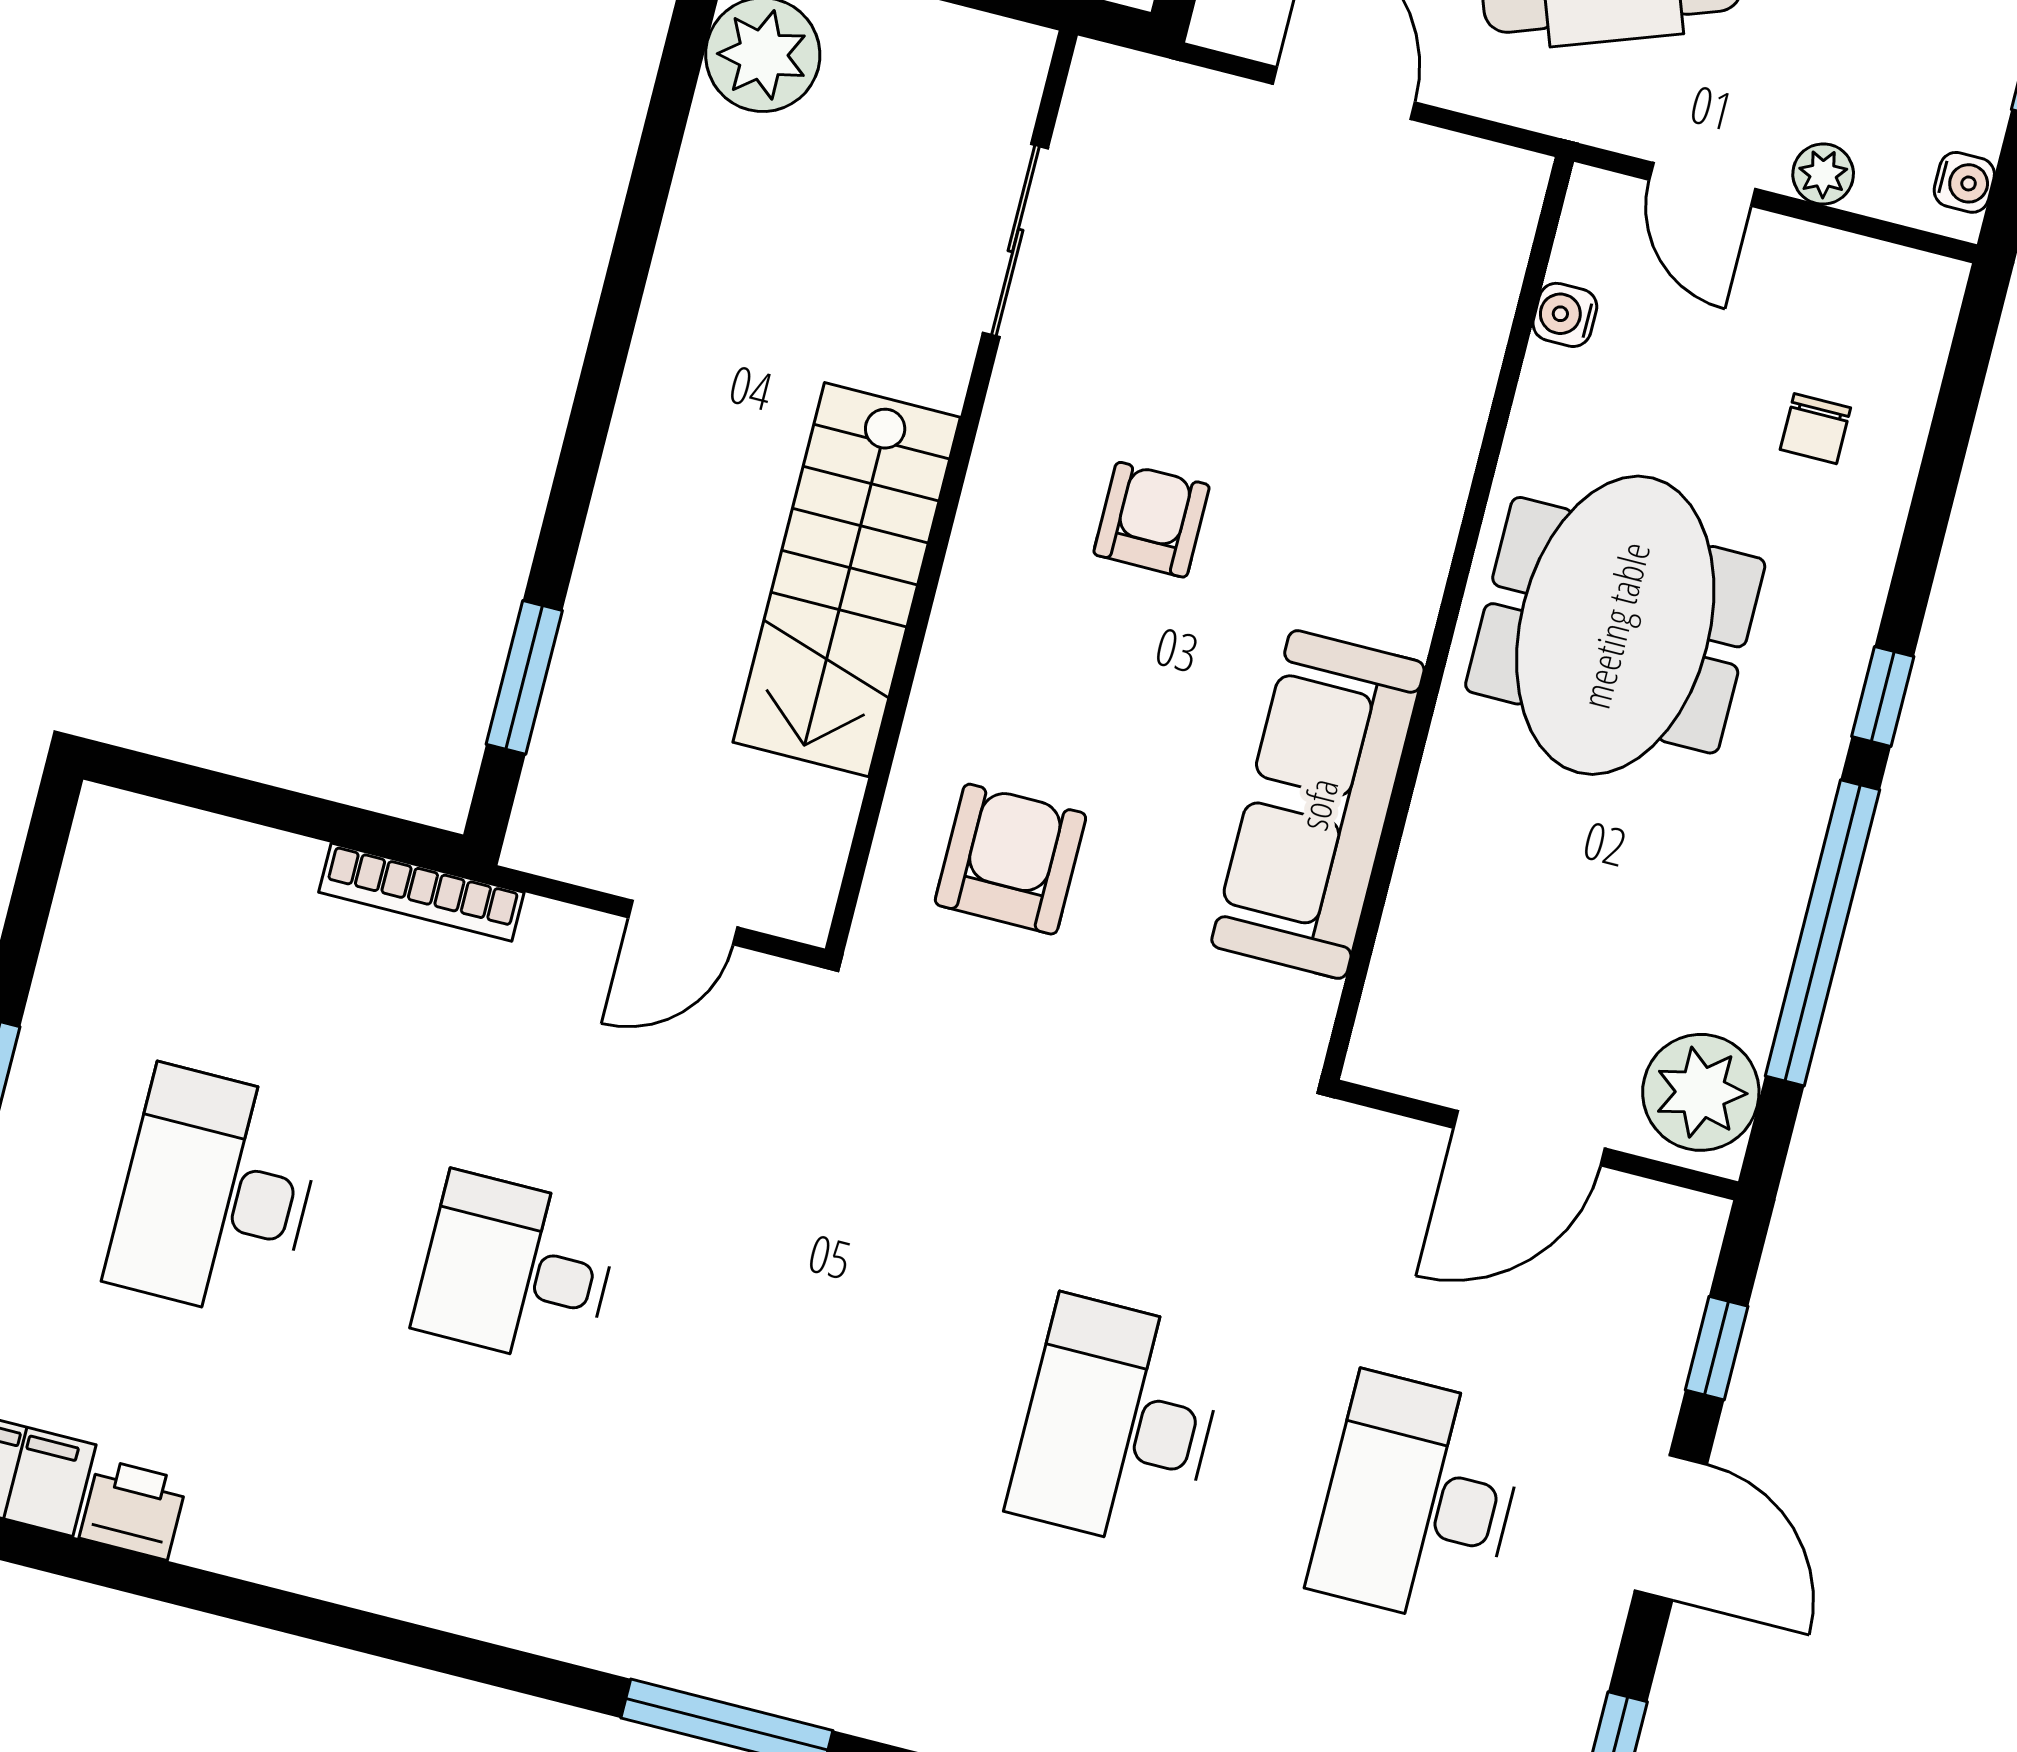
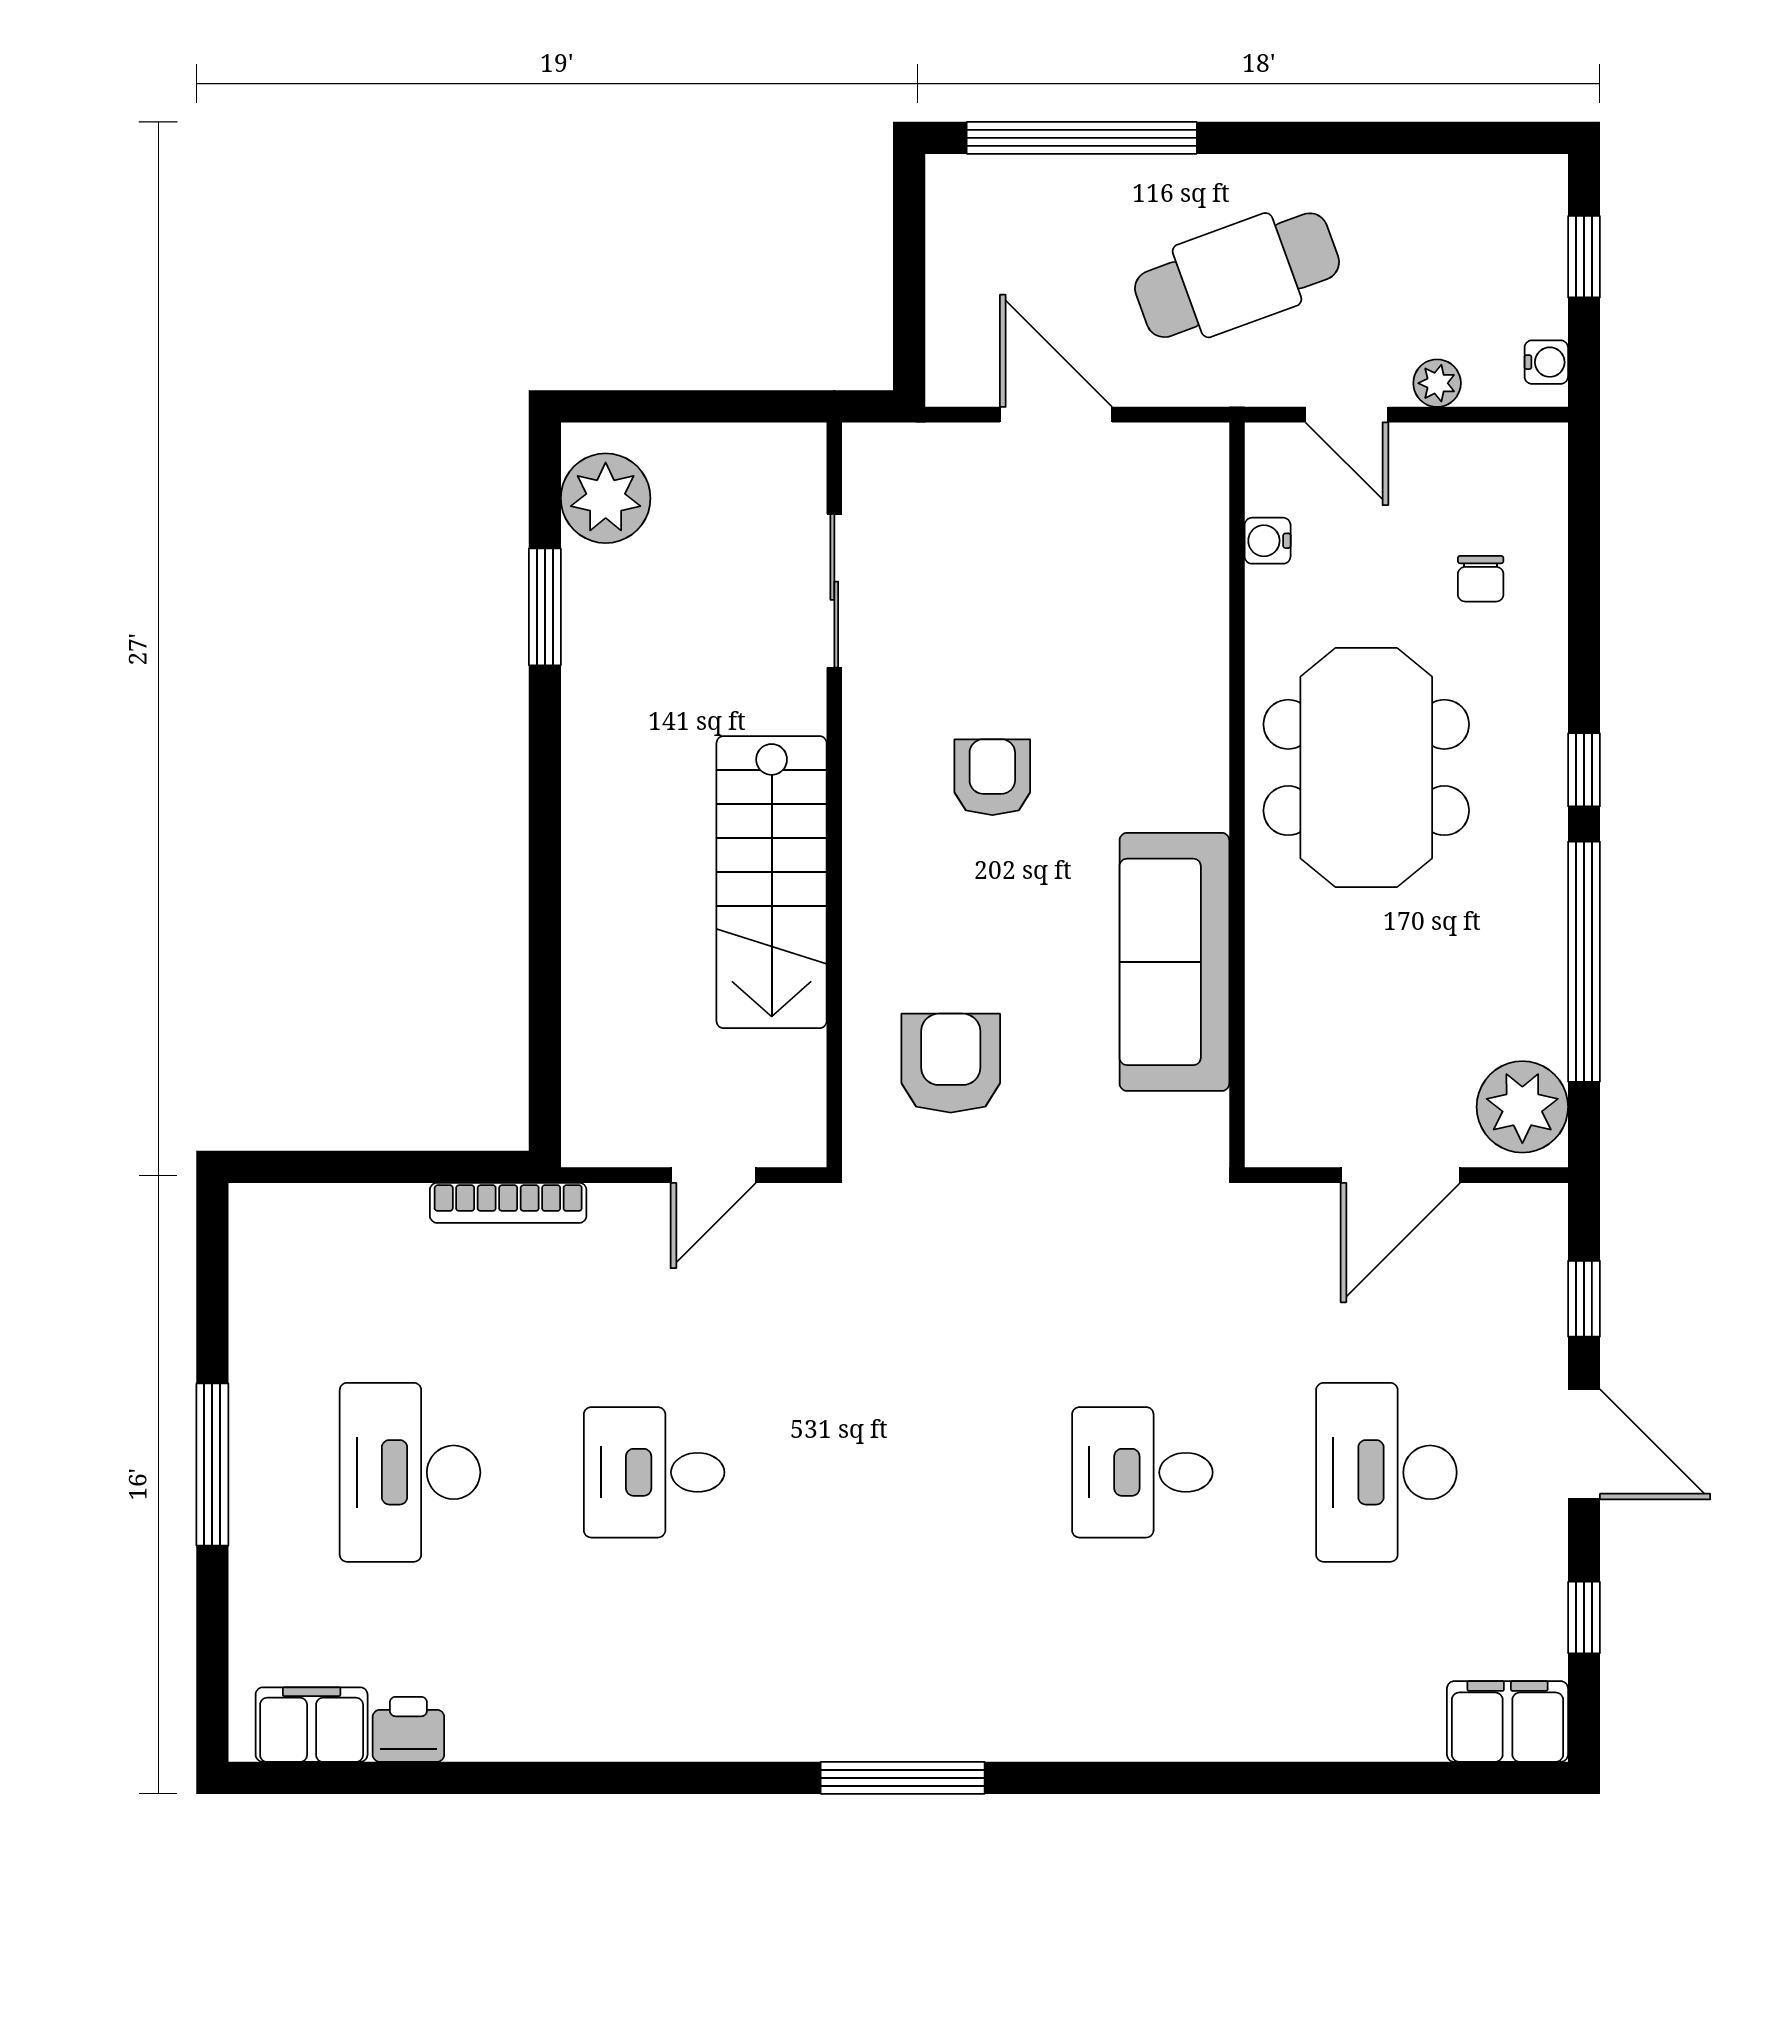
window: (524, 677) -> (545, 607), moved
desk: (1118, 1423) -> (1142, 1472), width x0.73

